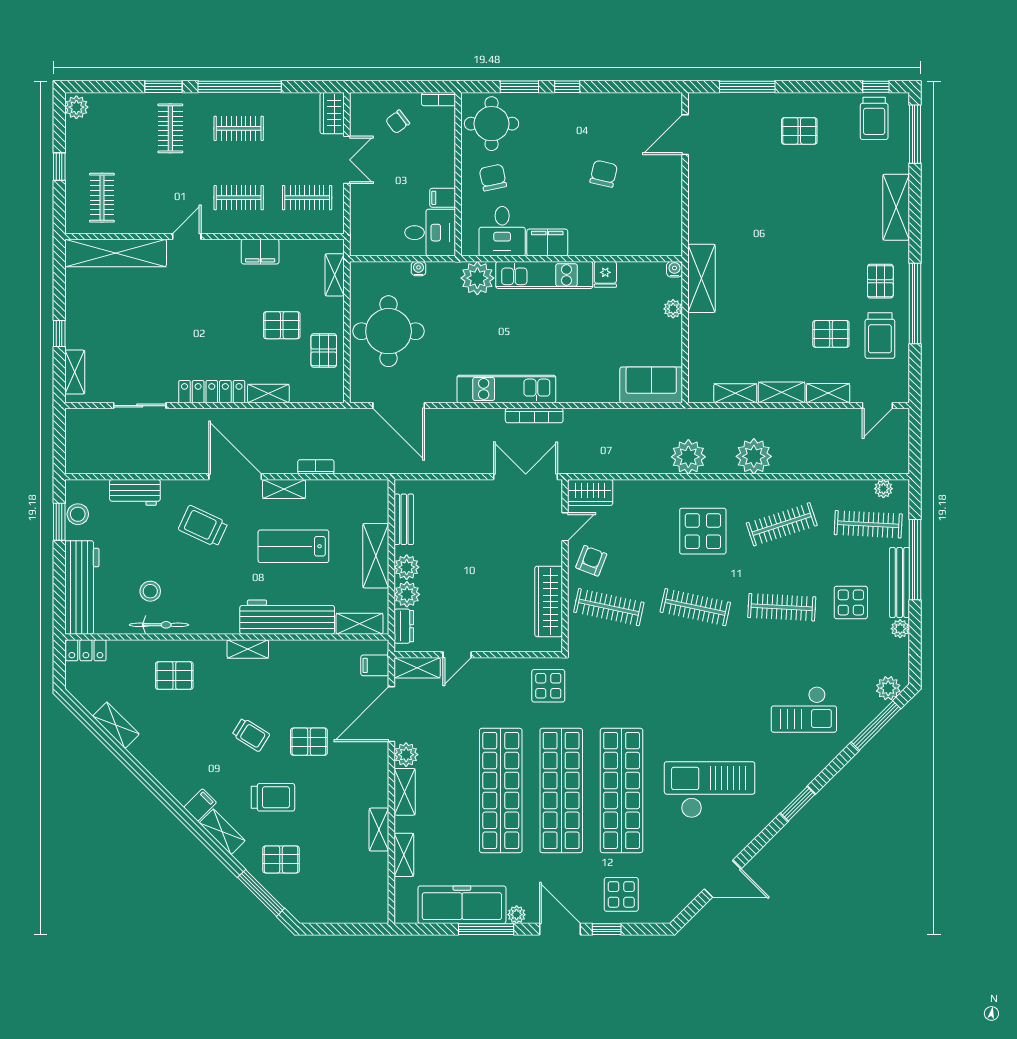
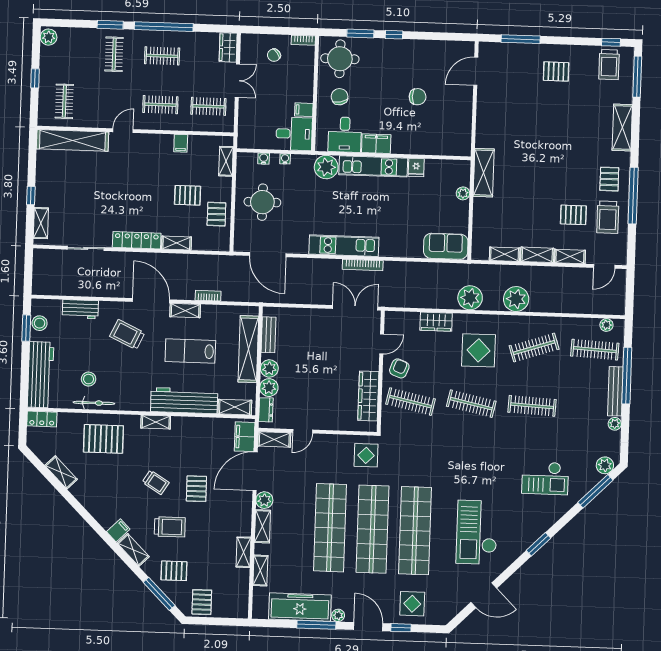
chair: (604, 174) -> (418, 97), turned 77
filing cabinet: (260, 252) -> (181, 143), width x0.50
water cooler: (675, 269) -> (264, 159), moved
round table: (389, 331) -> (262, 202), width x0.73, depth x0.73
wardrobe: (590, 492) -> (436, 322), moved
shelving: (376, 556) -> (248, 349), width x1.47
display table: (851, 602) -> (581, 404), removed
filing cabinet: (375, 665) -> (245, 437), width x2.00
pallet: (174, 676) -> (103, 439), width x1.50, depth x1.42
pallet: (309, 742) -> (196, 489), turned 90
checkout: (710, 790) -> (477, 532), turned -90
pallet: (322, 903) -> (202, 602), added

